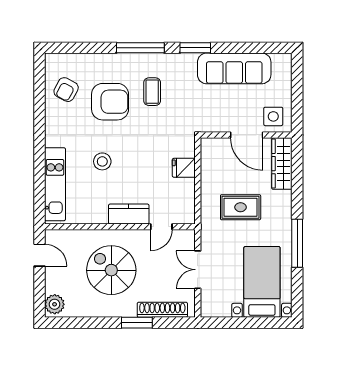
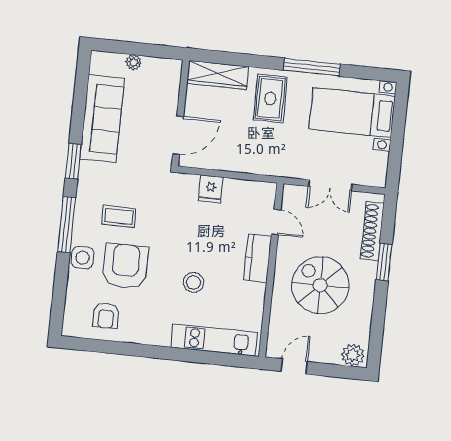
armchair: (66, 90) -> (106, 316), turned 62
plant: (285, 90) -> (133, 62), added
side table: (273, 116) -> (83, 258), moved
door: (247, 135) -> (178, 135), moved
rug: (241, 207) -> (270, 98), moved
spiral stairs: (111, 270) -> (320, 285), turned 90

